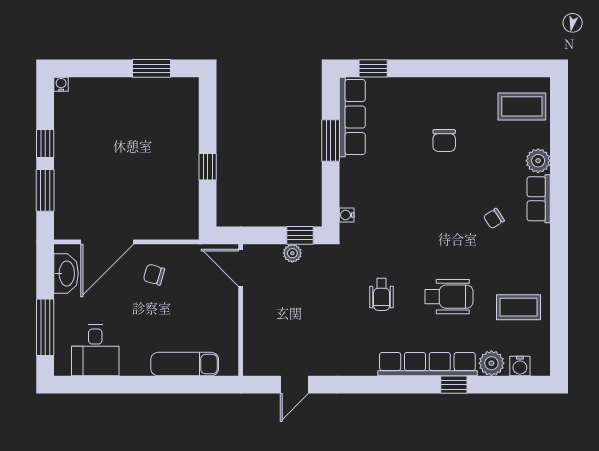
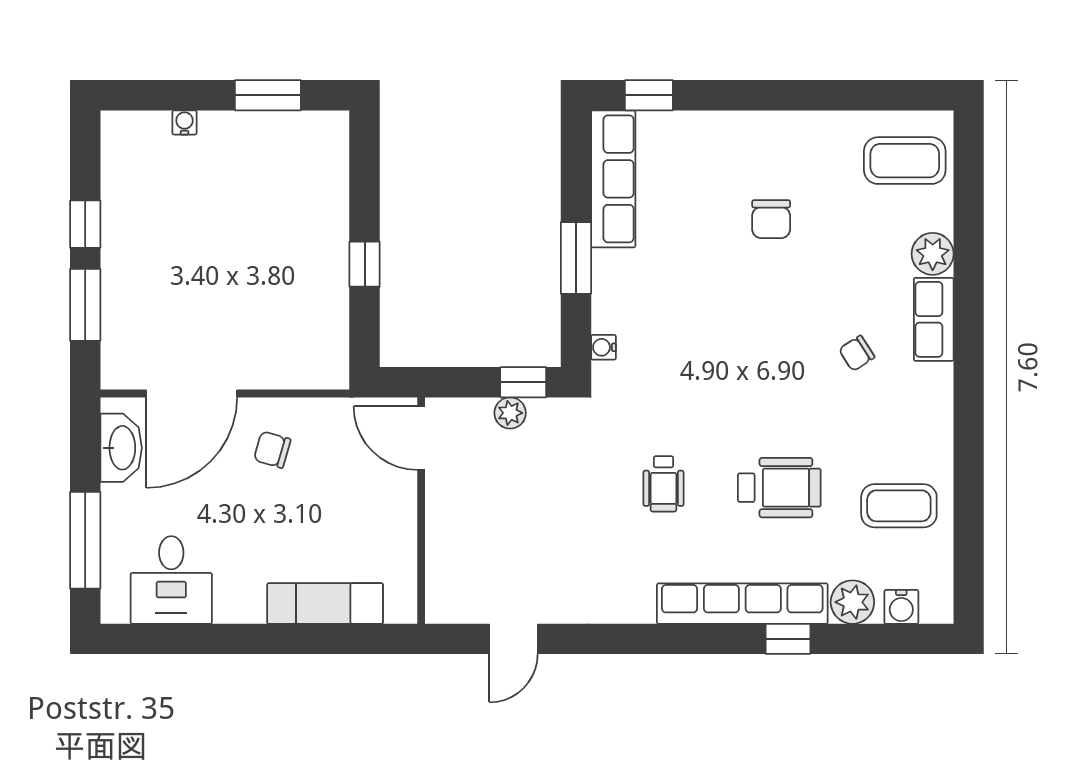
water cooler: (61, 84) -> (184, 122), moved
window: (331, 140) -> (576, 258), moved

